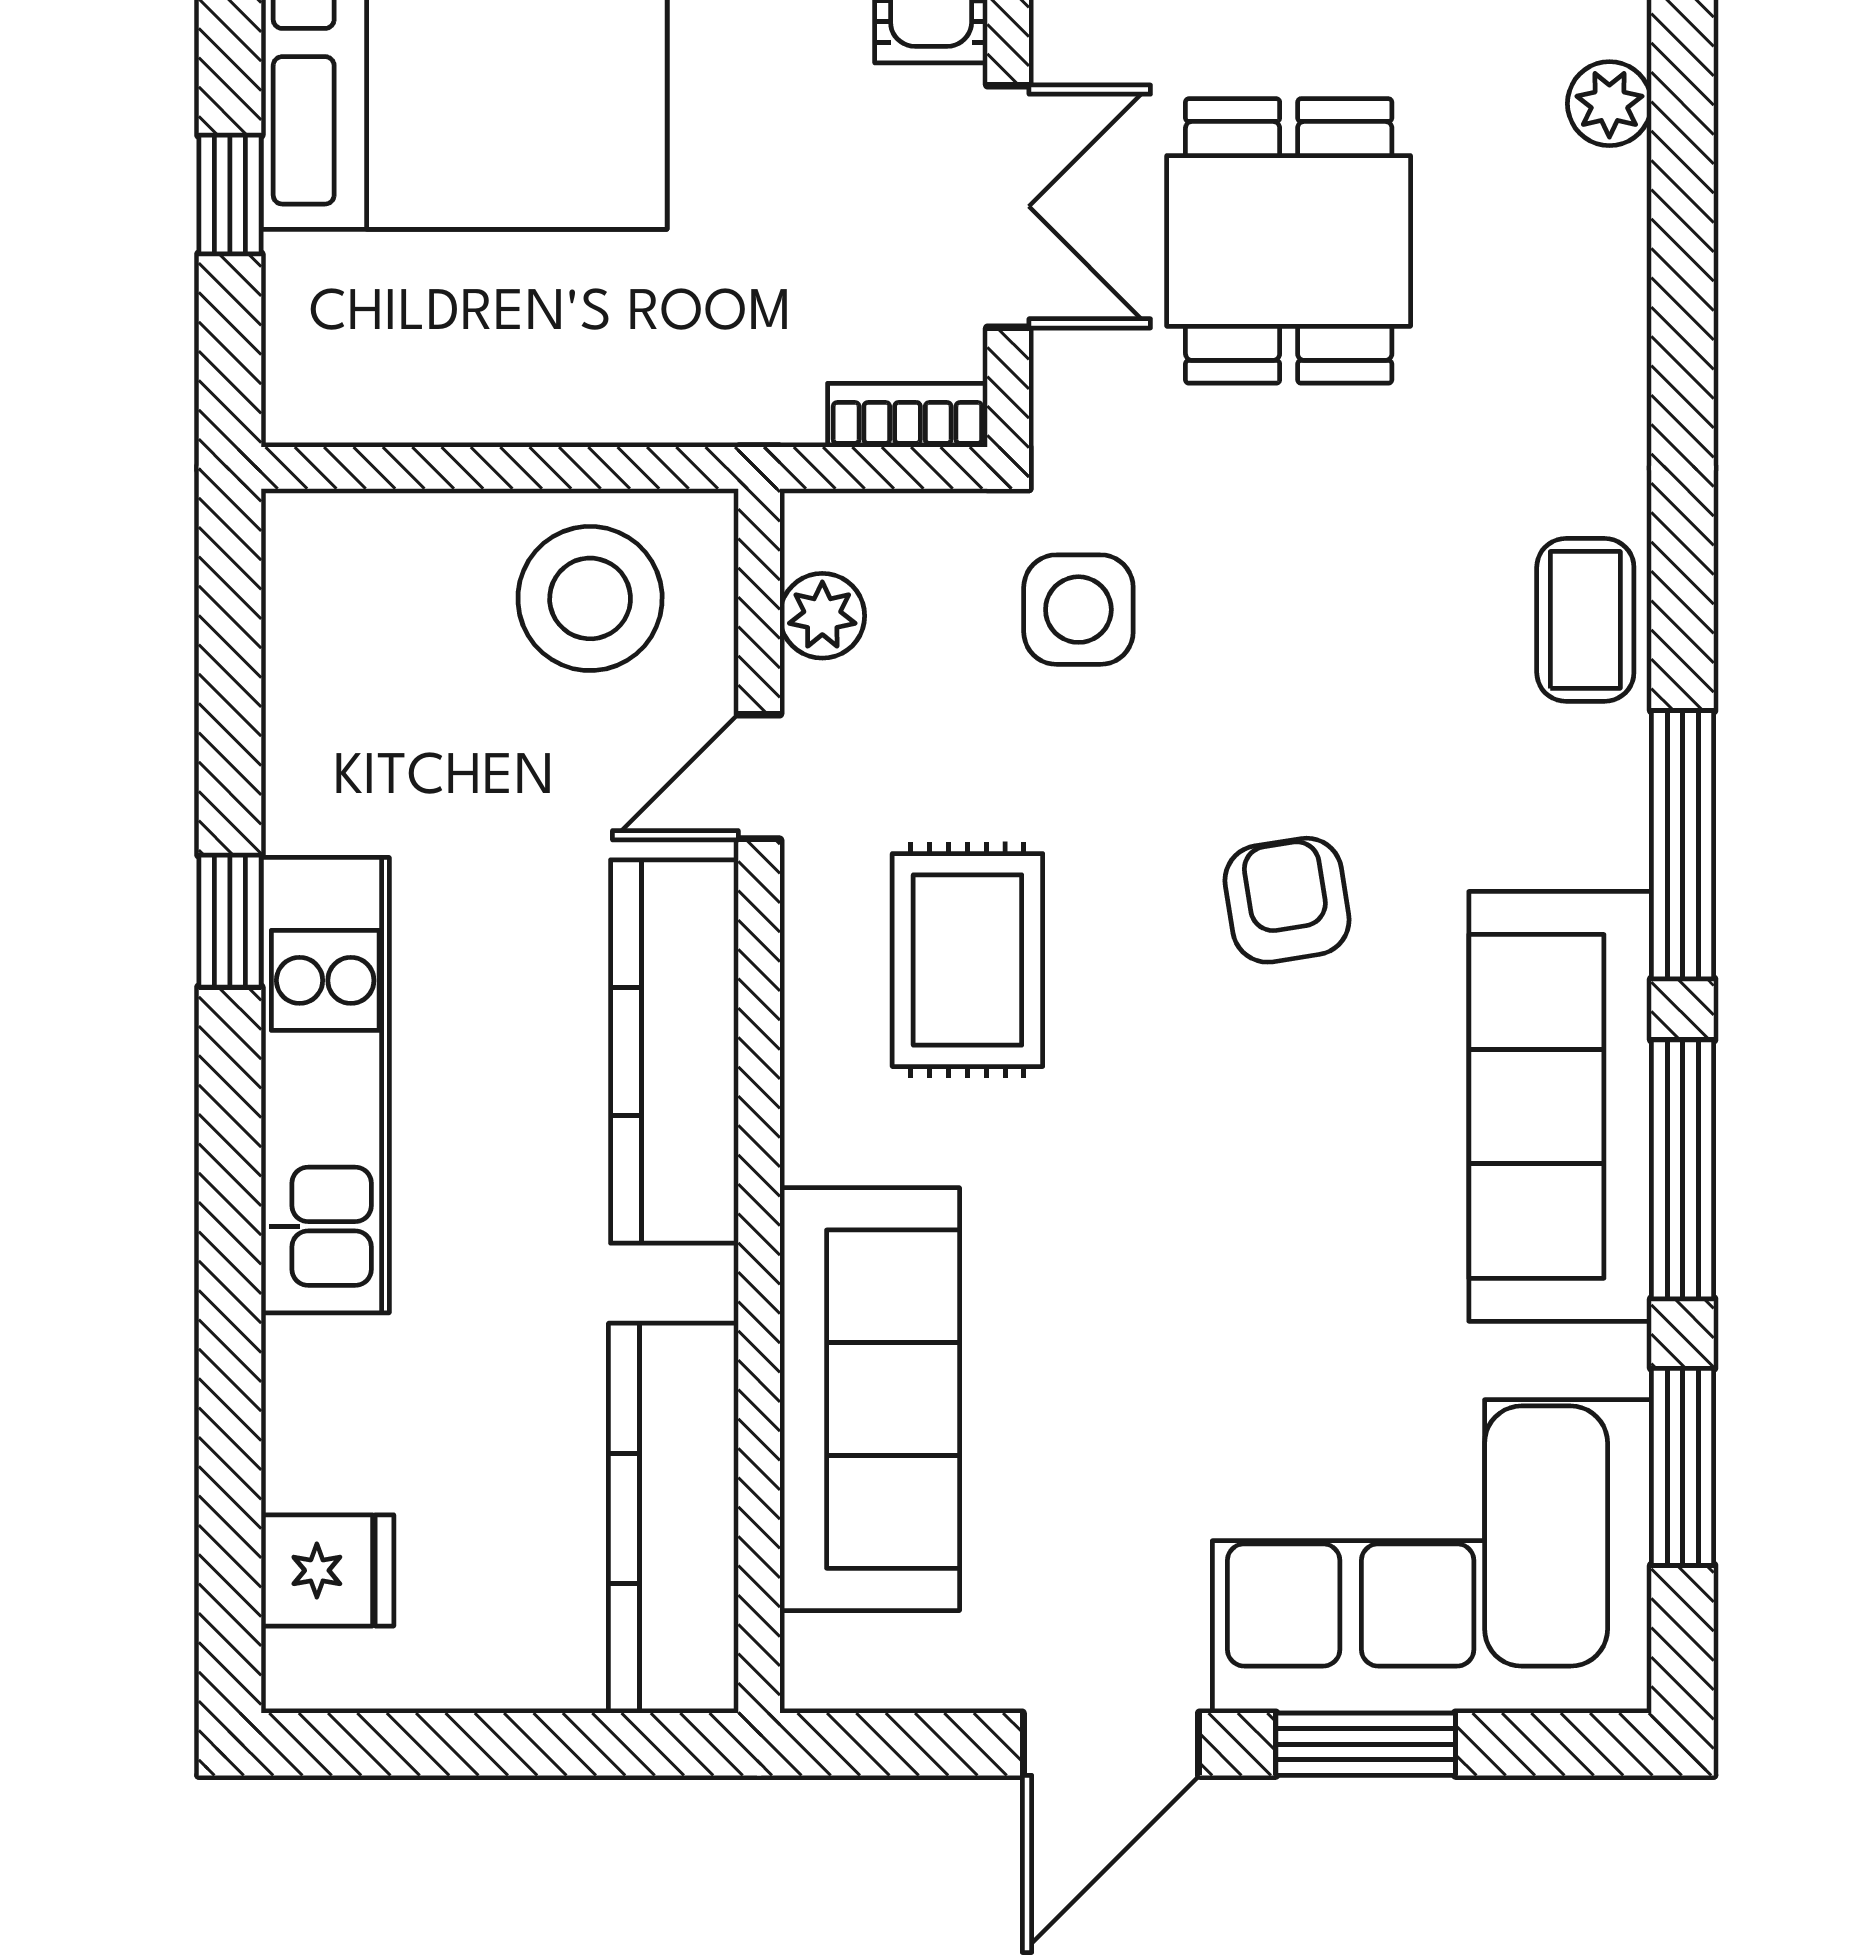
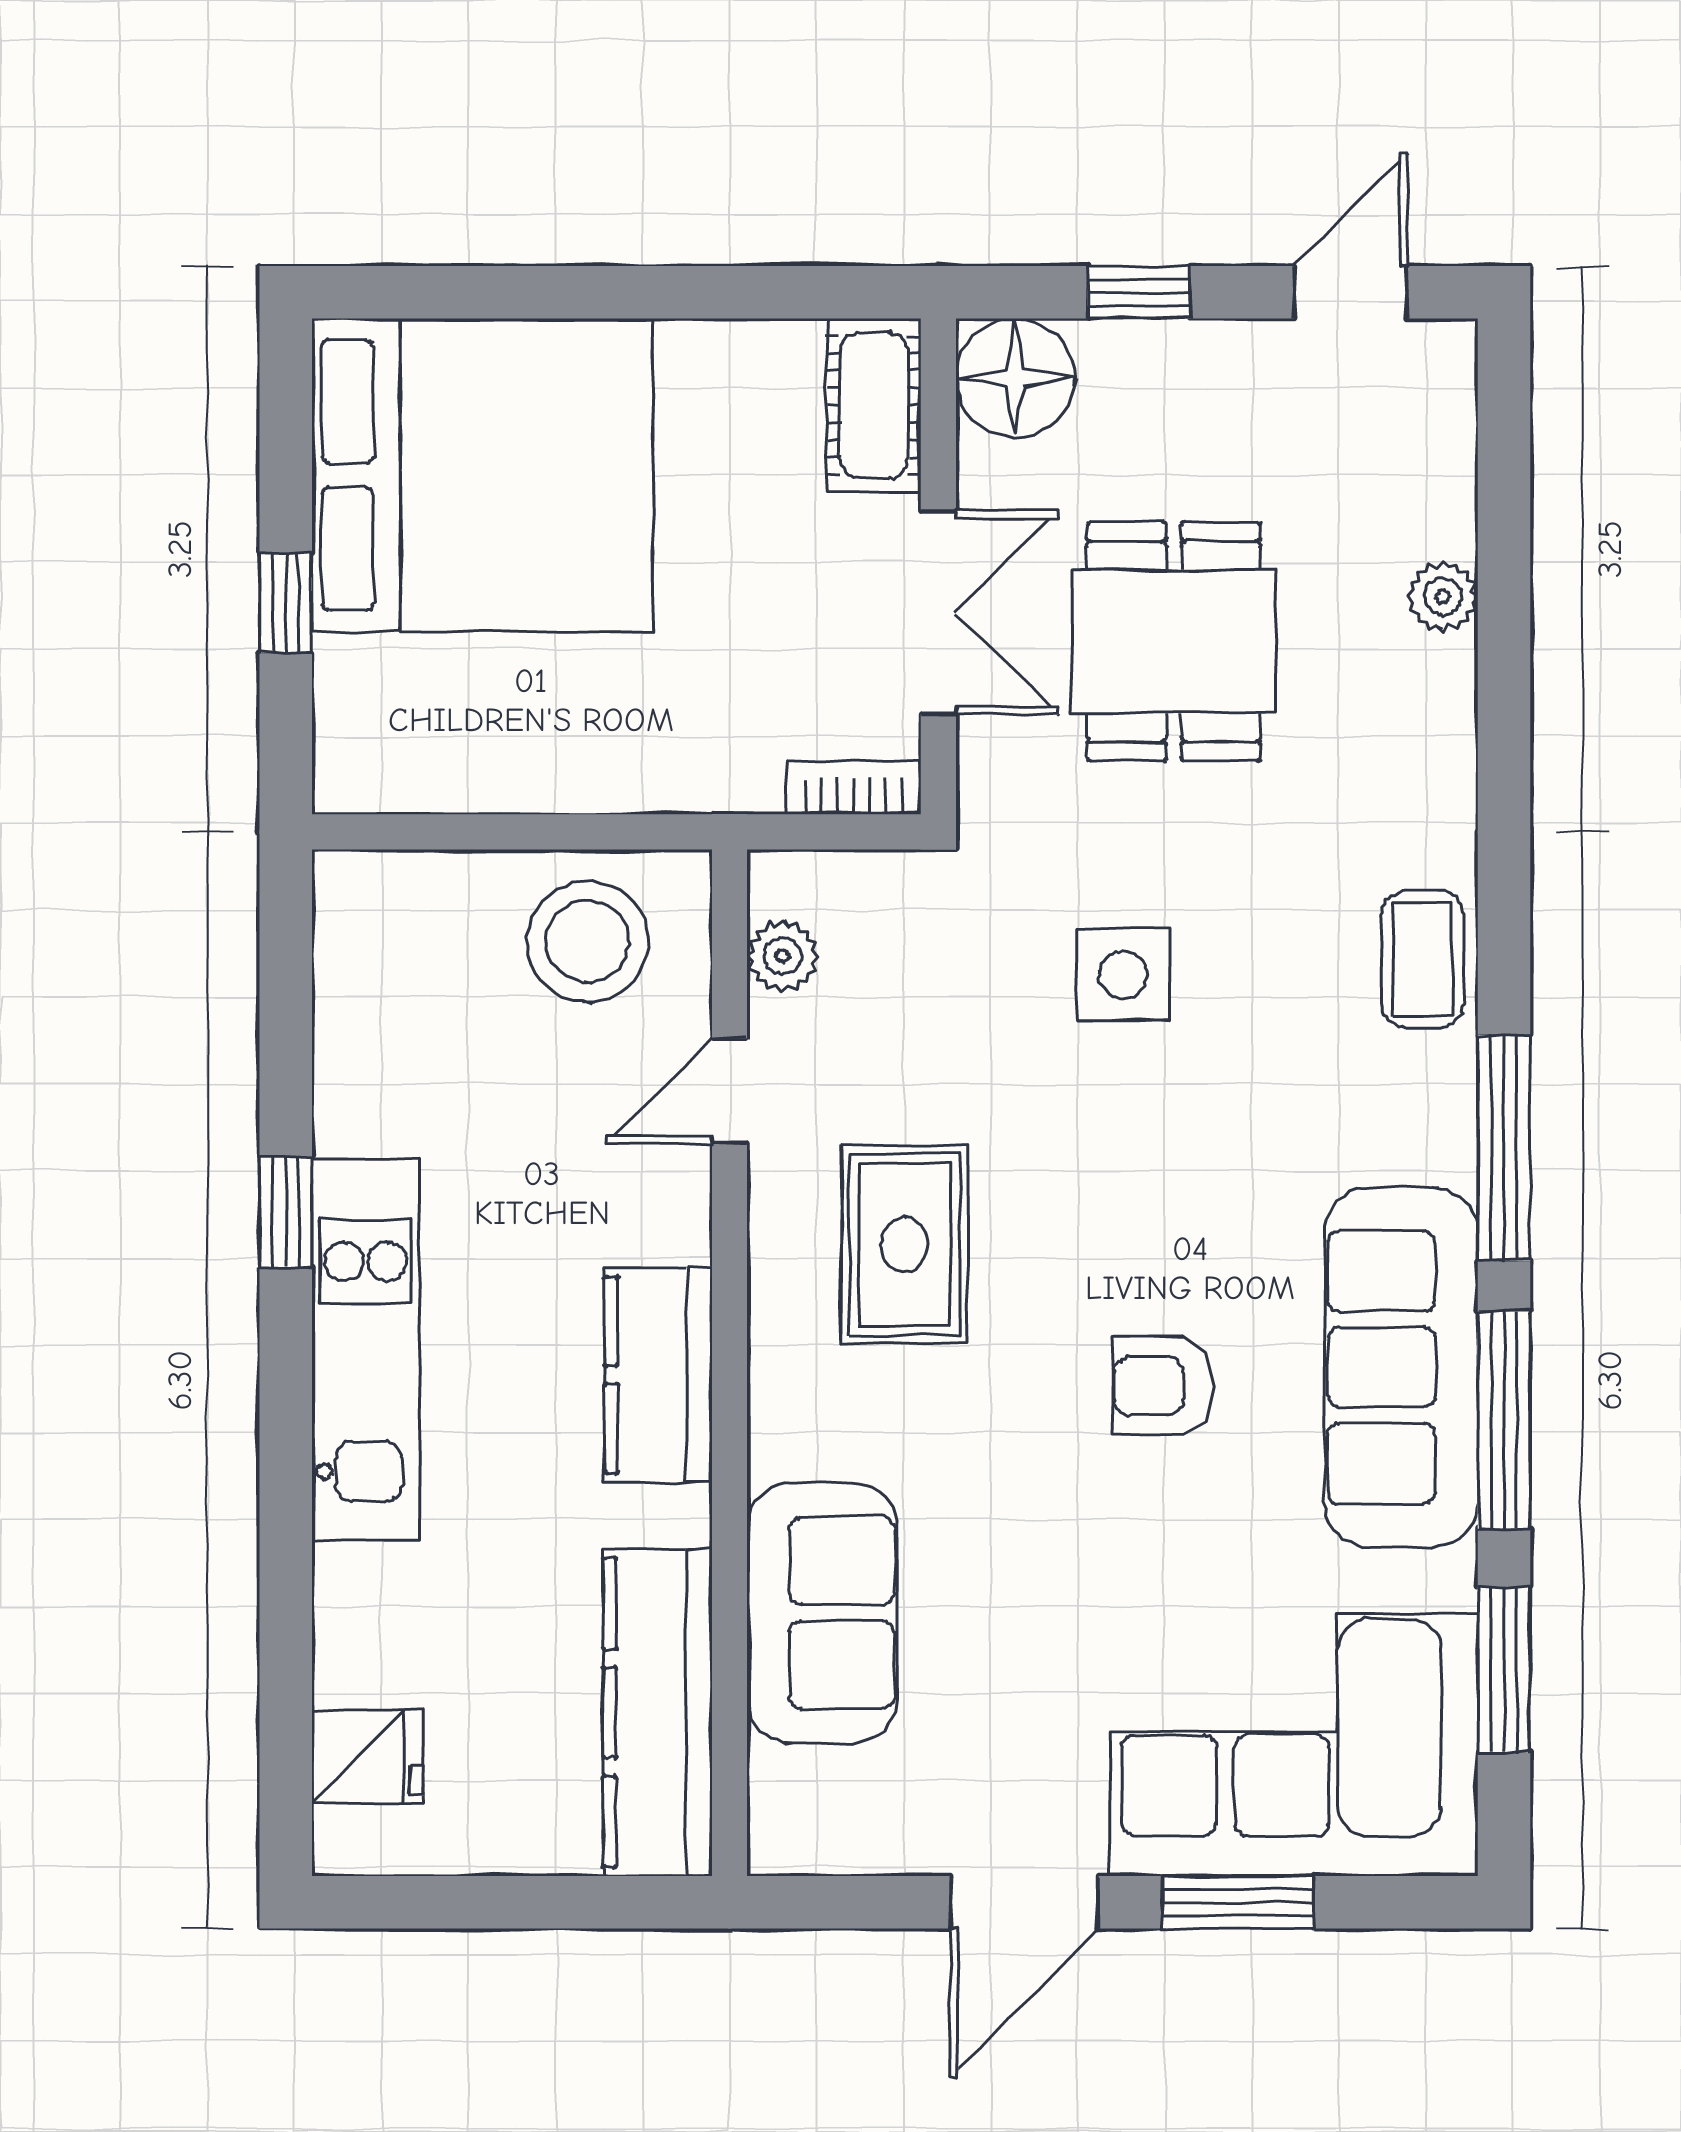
plant: (1609, 104) -> (1443, 597), moved
side table: (1078, 610) -> (1123, 975), moved
armchair: (1287, 900) -> (1163, 1386), moved, turned -81
kitchen counter: (674, 1051) -> (659, 1375), width x0.67
sofa: (870, 1399) -> (822, 1613), width x0.73

